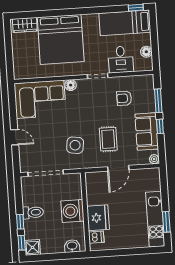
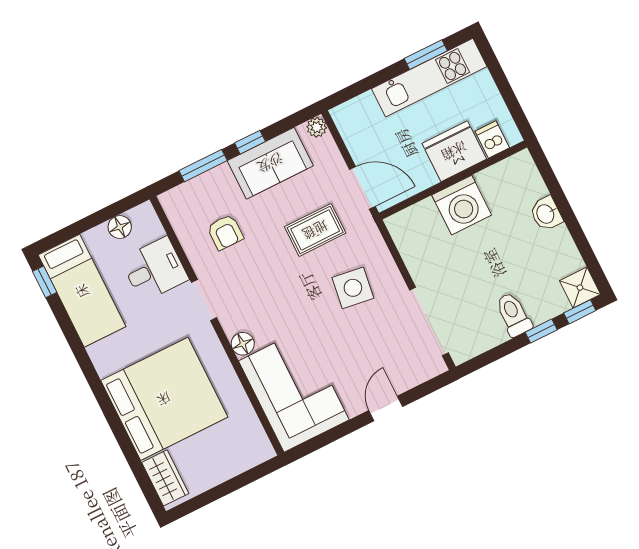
washing machine: (72, 211) -> (462, 205), moved
wall: (85, 212) -> (453, 180), moved
fridge: (98, 218) -> (454, 151), moved
dishwasher: (96, 237) -> (492, 139), moved

